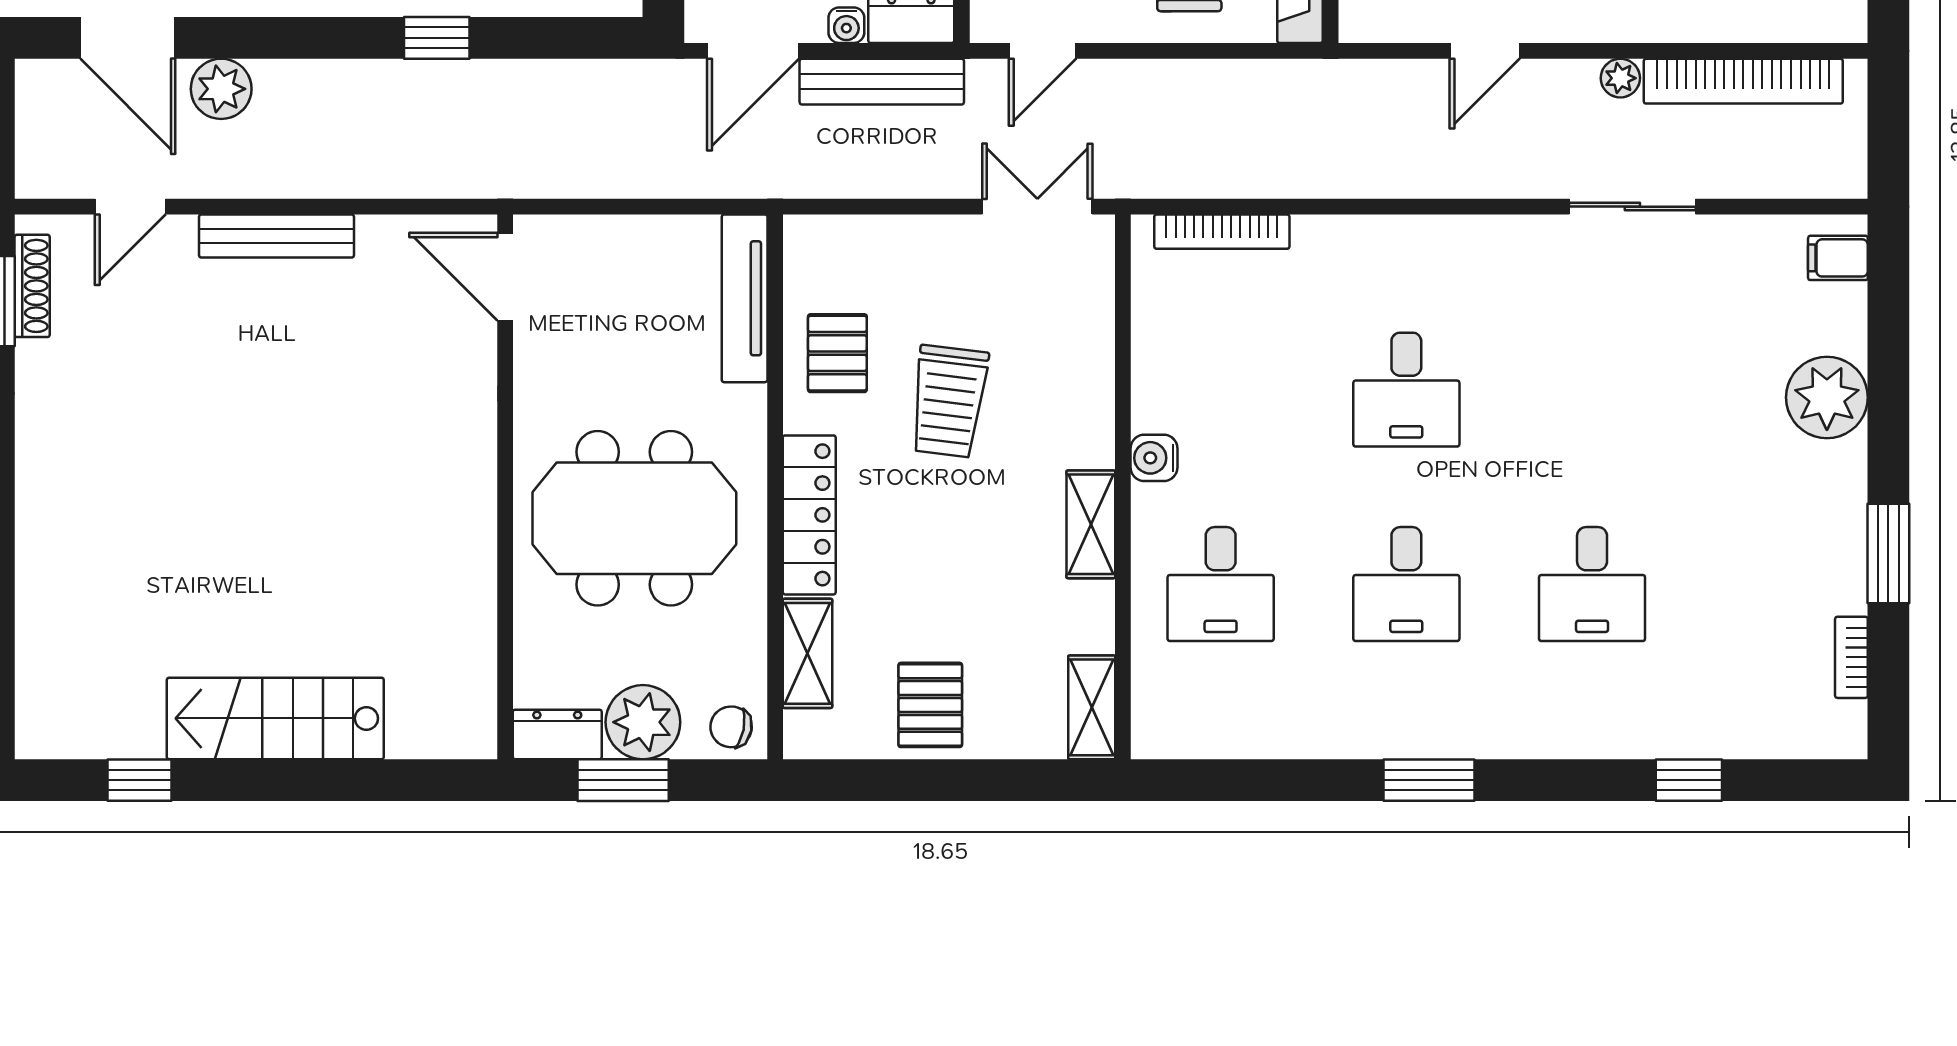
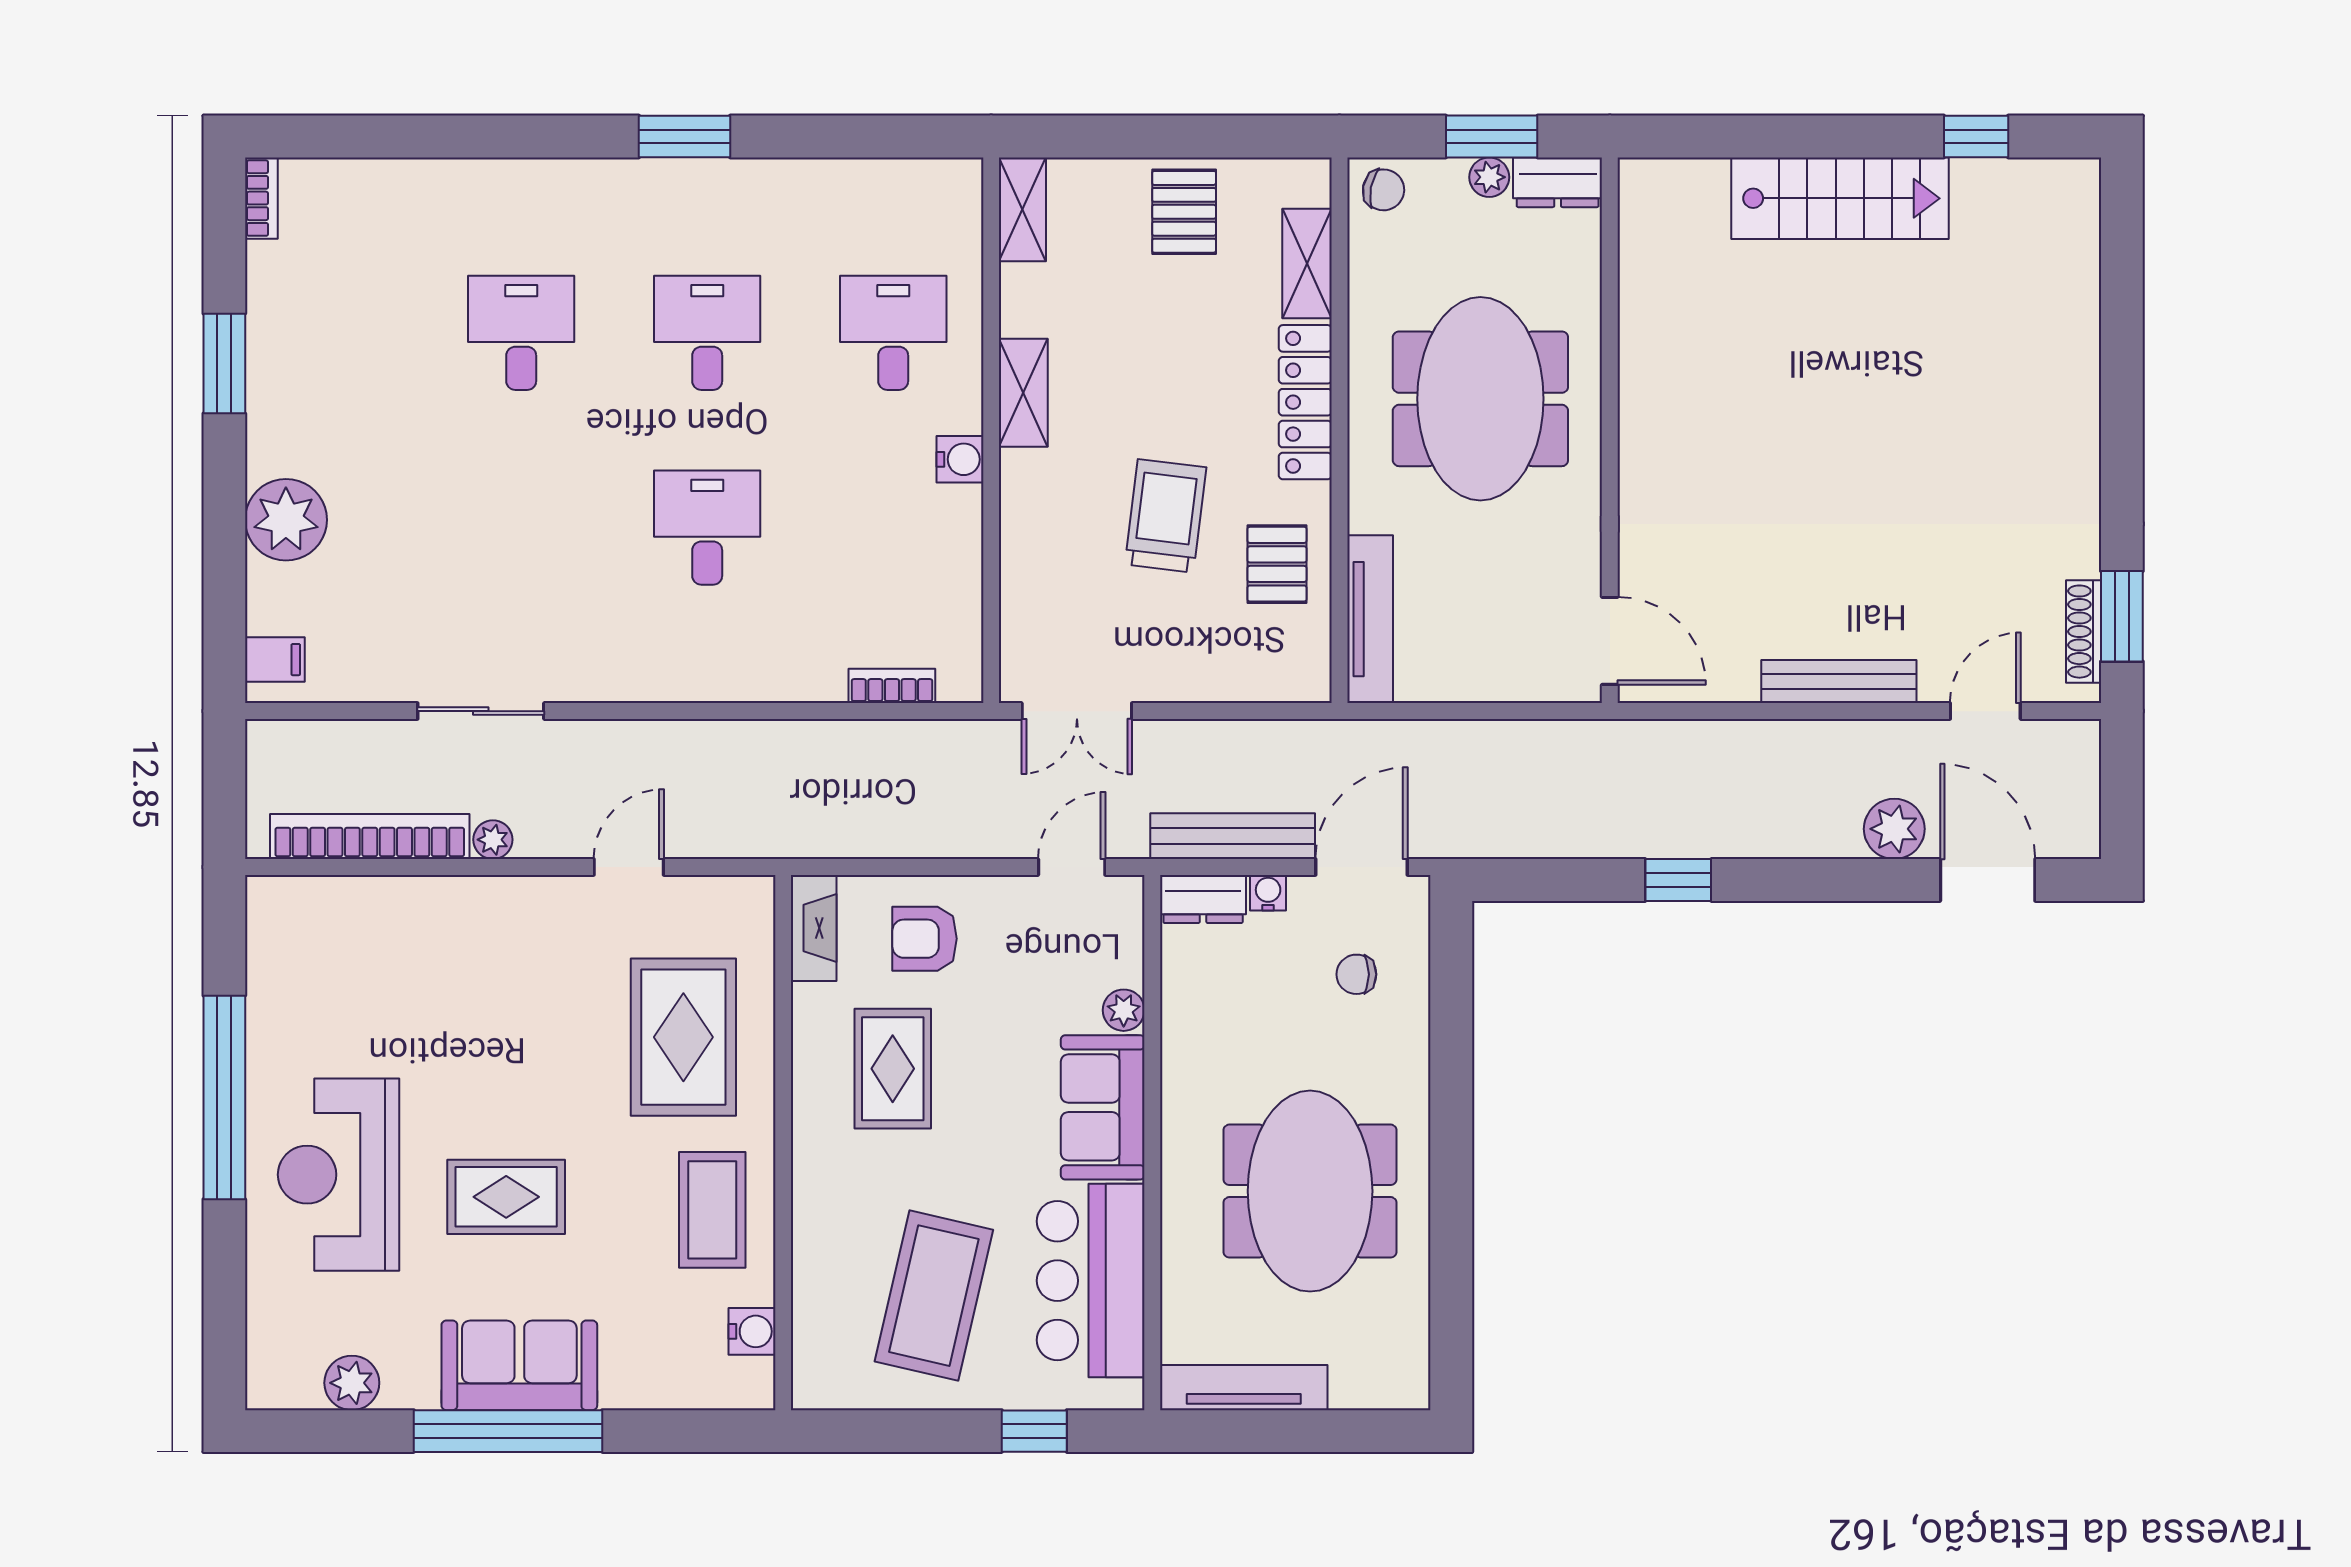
bookcase: (1222, 232) -> (892, 686), width x0.64
meeting table: (634, 518) -> (1480, 399), turned 90
bookcase: (1851, 657) -> (261, 198), moved
plant: (643, 722) -> (1489, 177), width x0.53, depth x0.53
window: (1689, 780) -> (424, 137), removed

